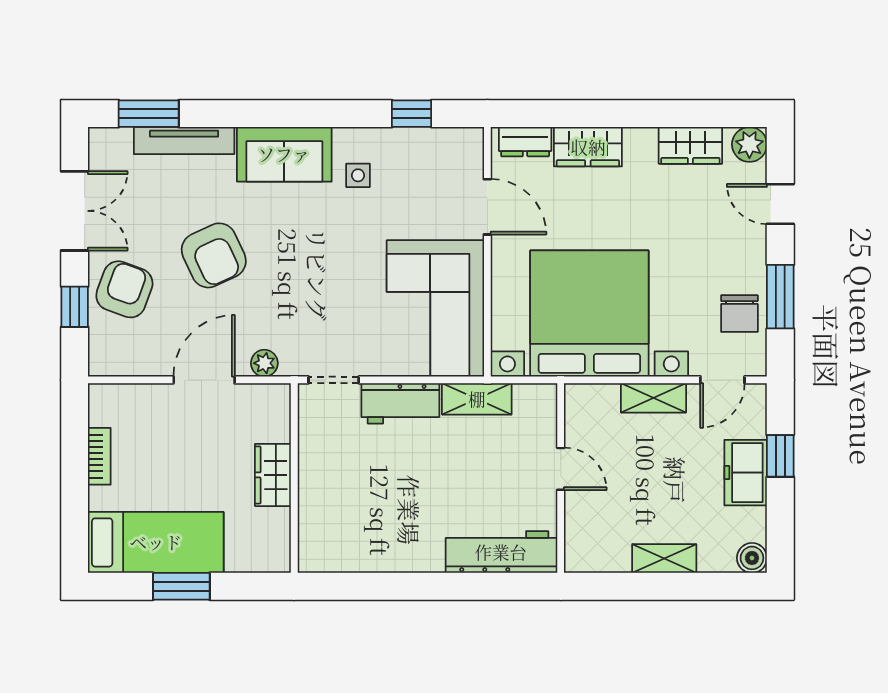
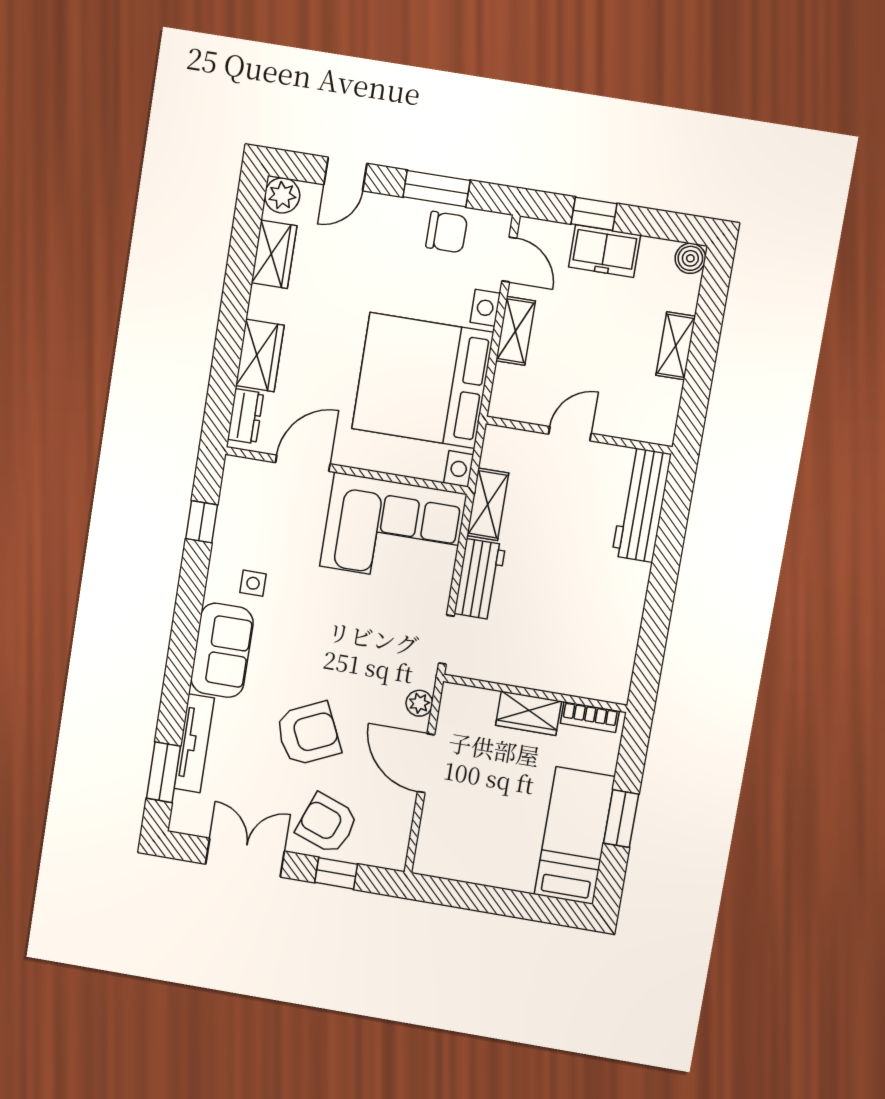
bookcase: (99, 456) -> (590, 717), moved, turned 180

